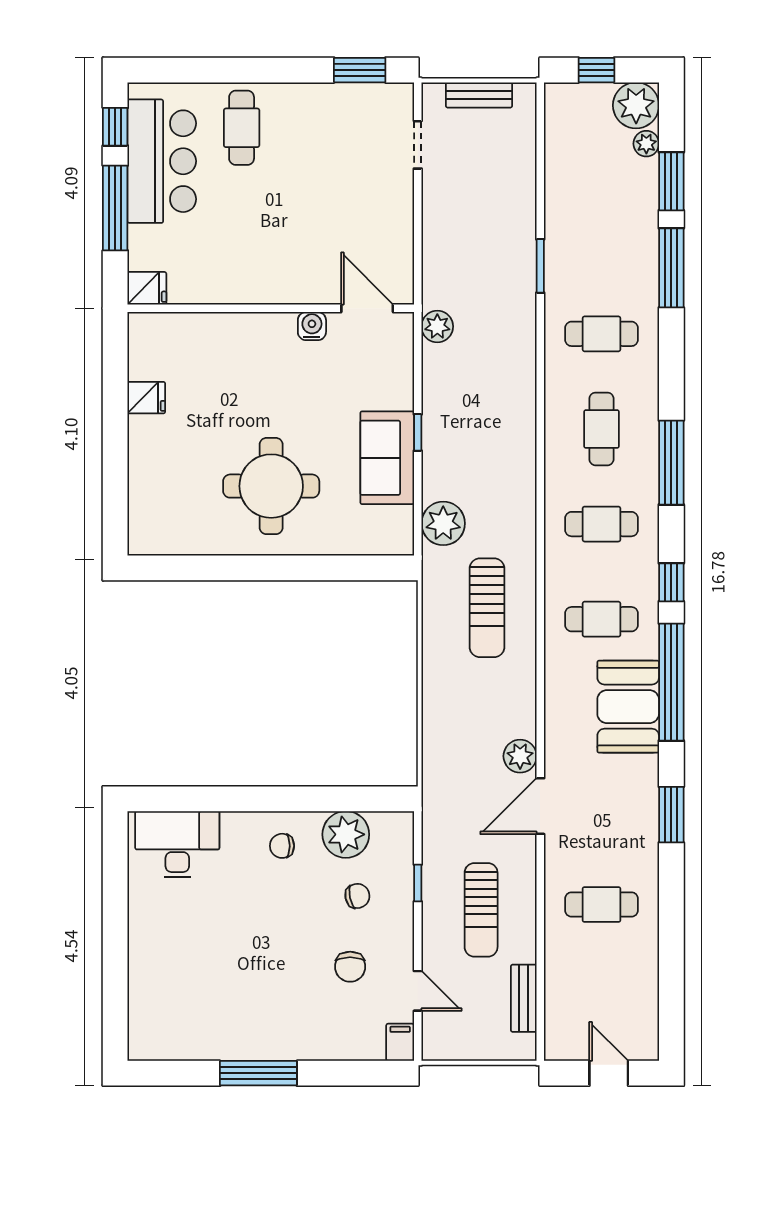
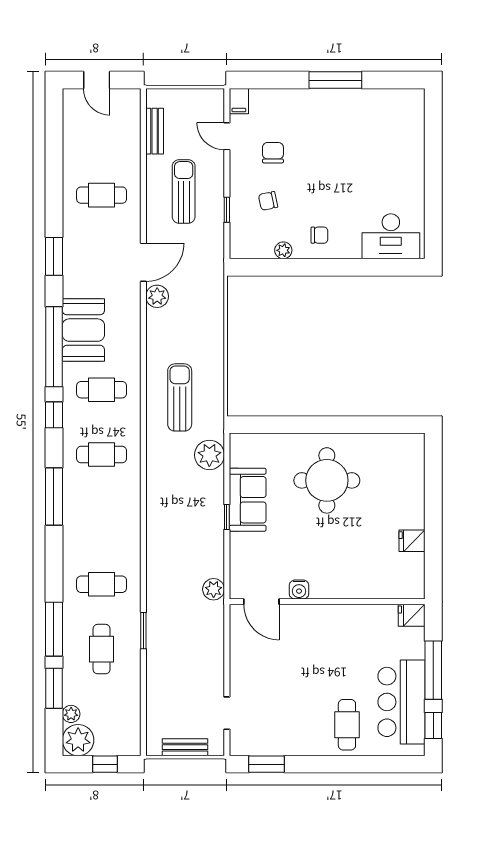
cafe table: (601, 429) -> (102, 649), moved
plant: (346, 834) -> (283, 250), width x0.53, depth x0.53

